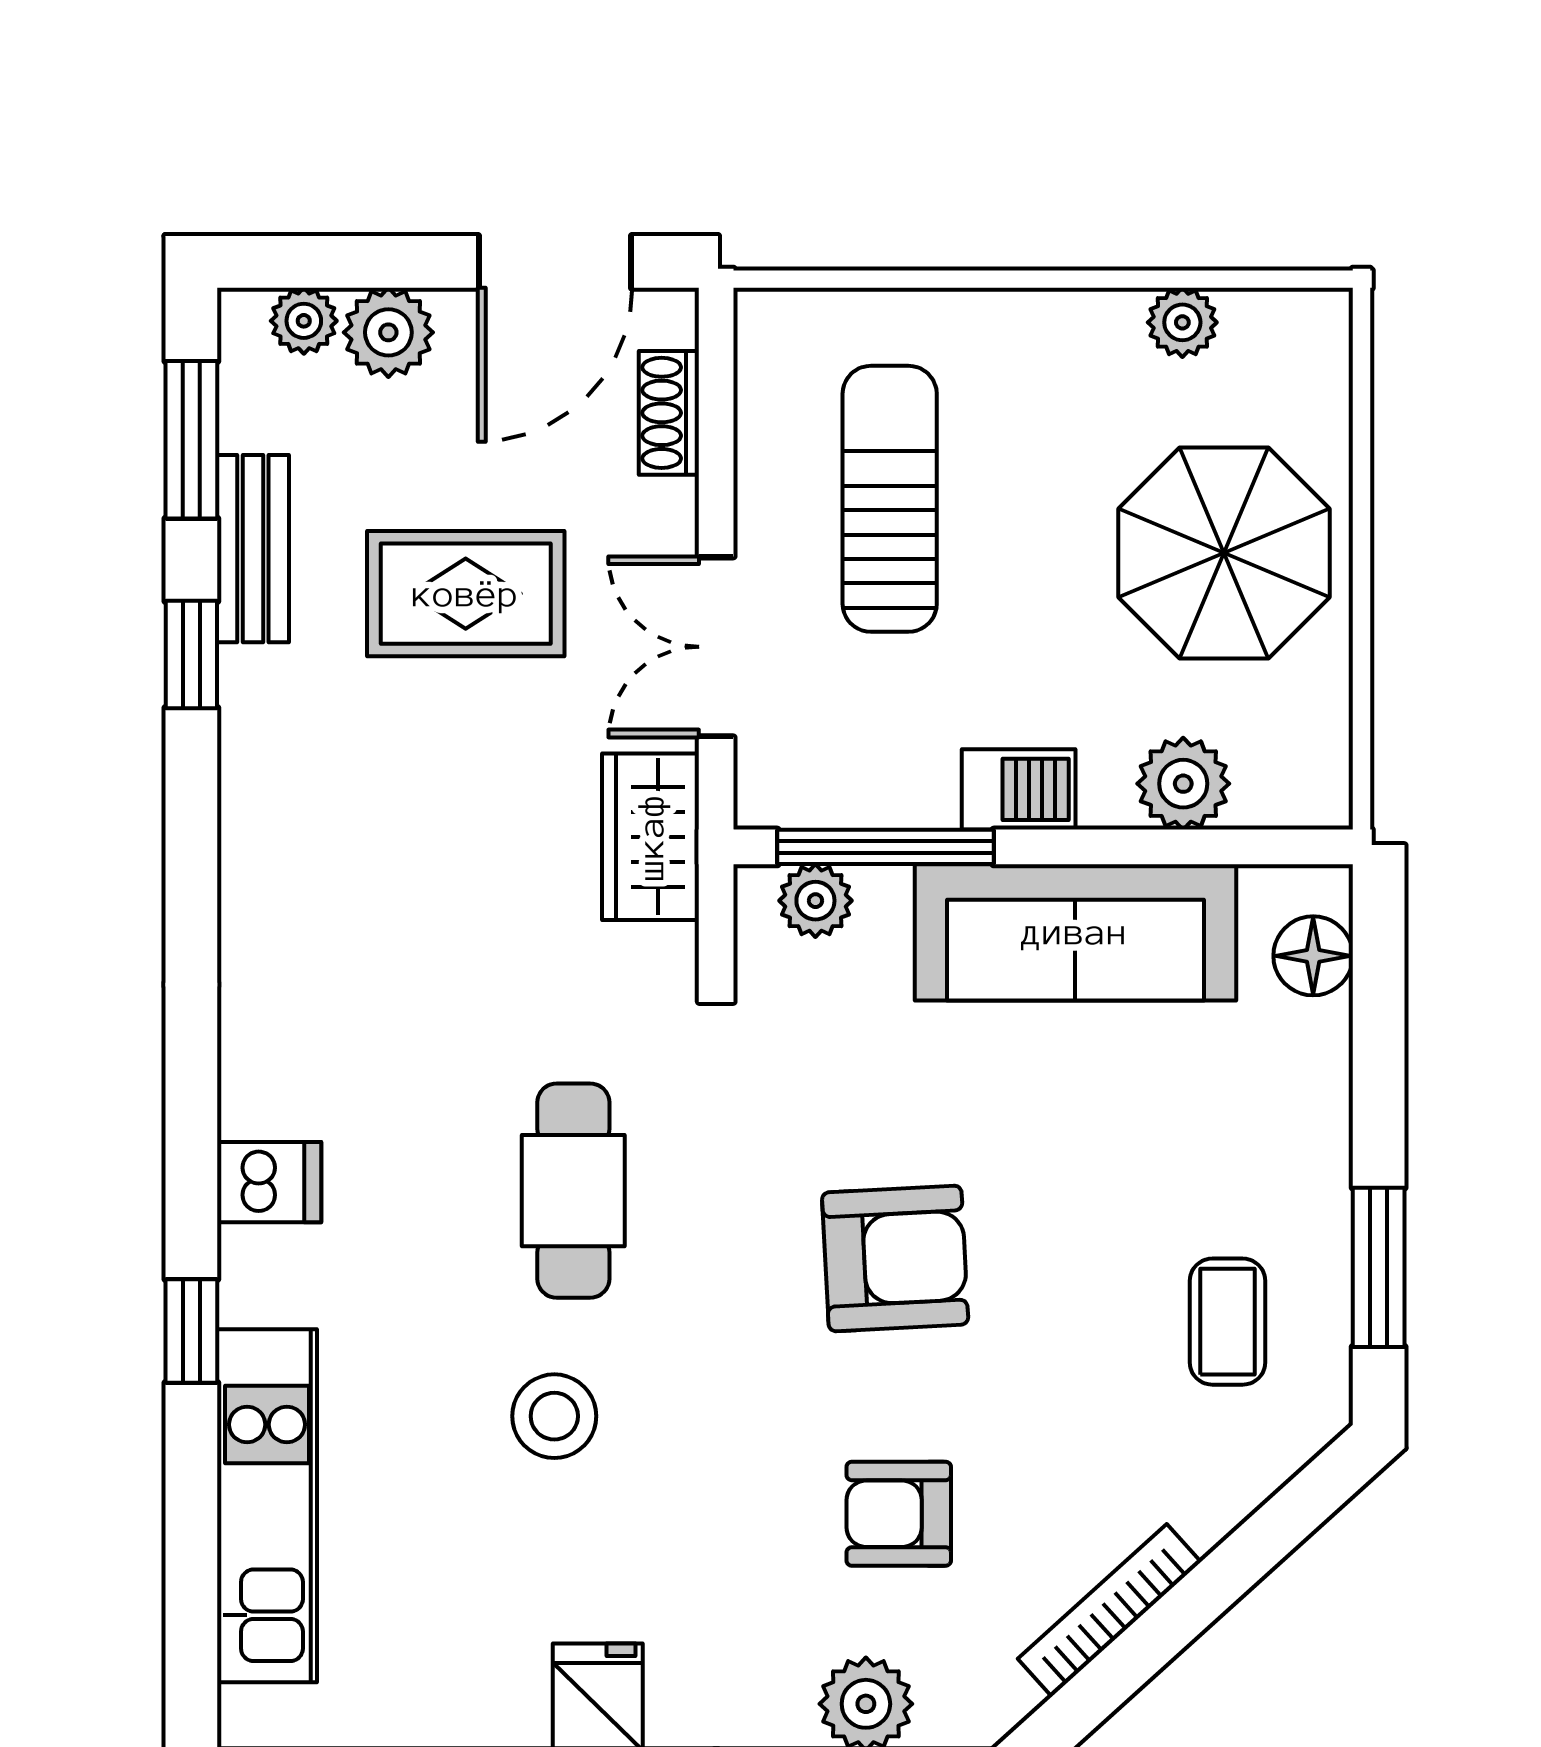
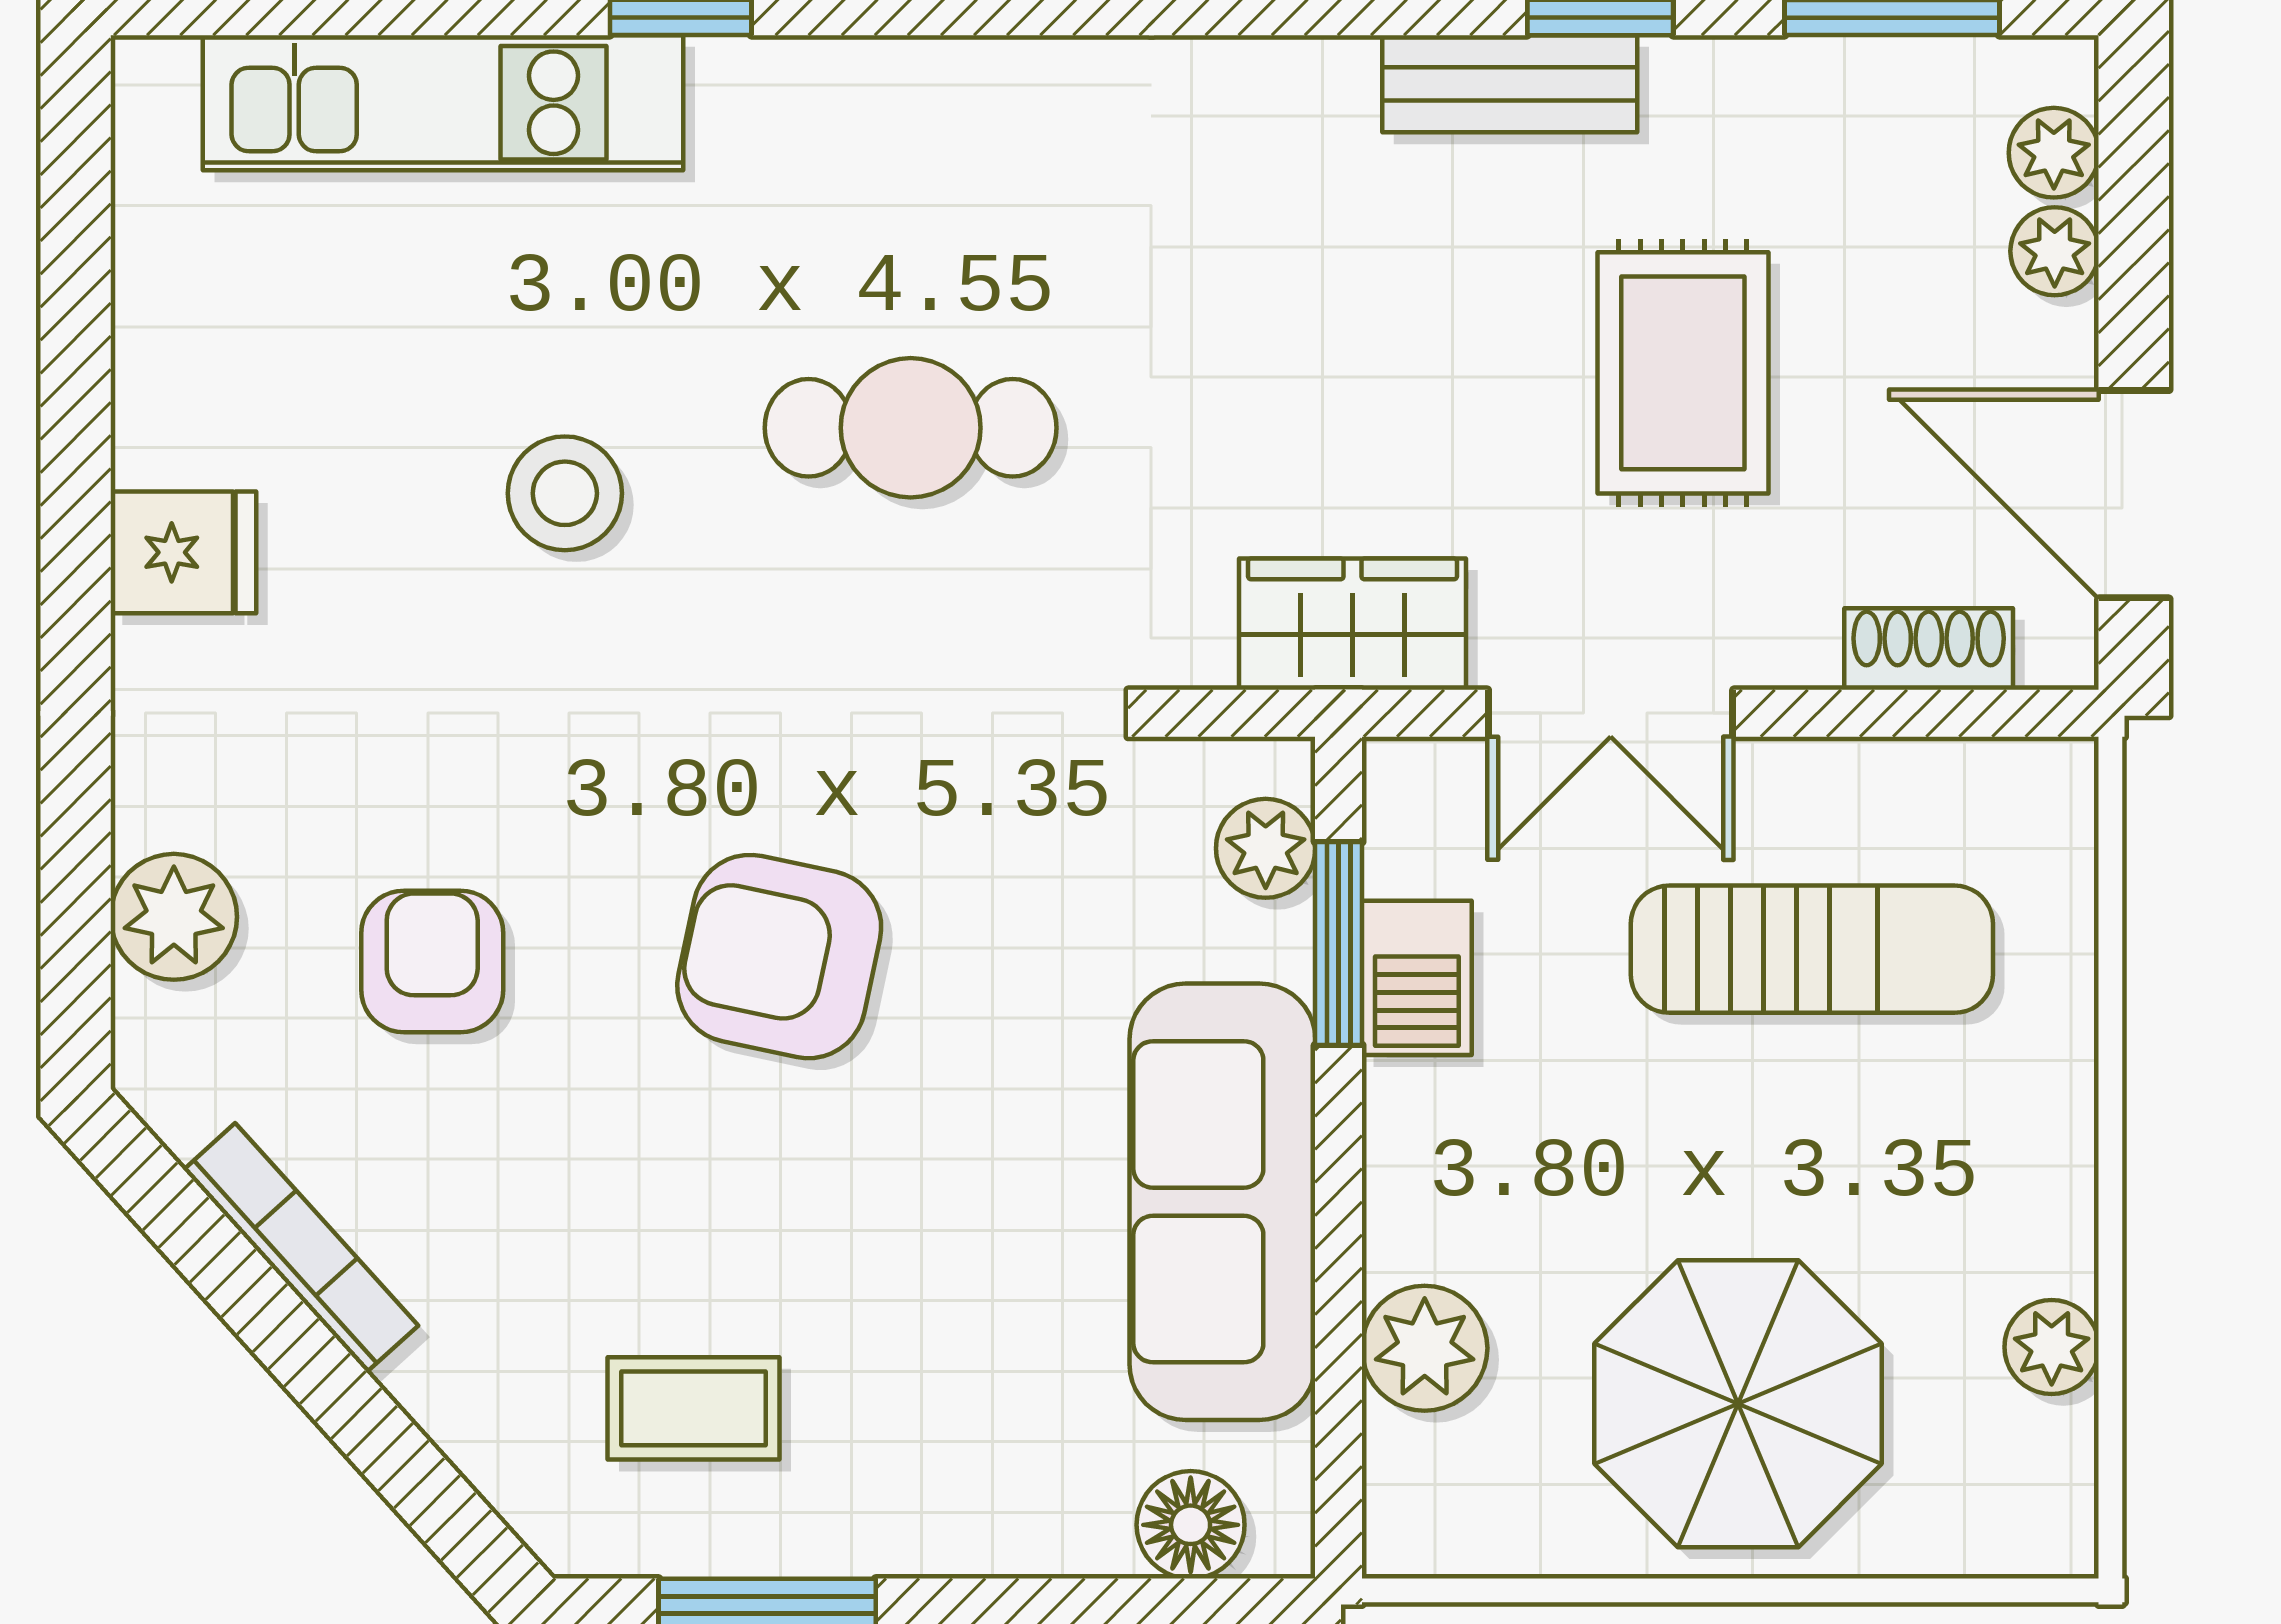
plant: (388, 332) -> (2055, 251), width x0.73, depth x0.73
bench: (253, 549) -> (1510, 84), moved
double door: (716, 647) -> (1611, 713), swing flipped
barbecue: (1019, 789) -> (1417, 978), moved
window: (886, 847) -> (1339, 944), width x0.69
dishwasher: (269, 1182) -> (883, 106), removed
cafe table: (573, 1191) -> (911, 428), moved
armchair: (895, 1258) -> (779, 957), turned 105

